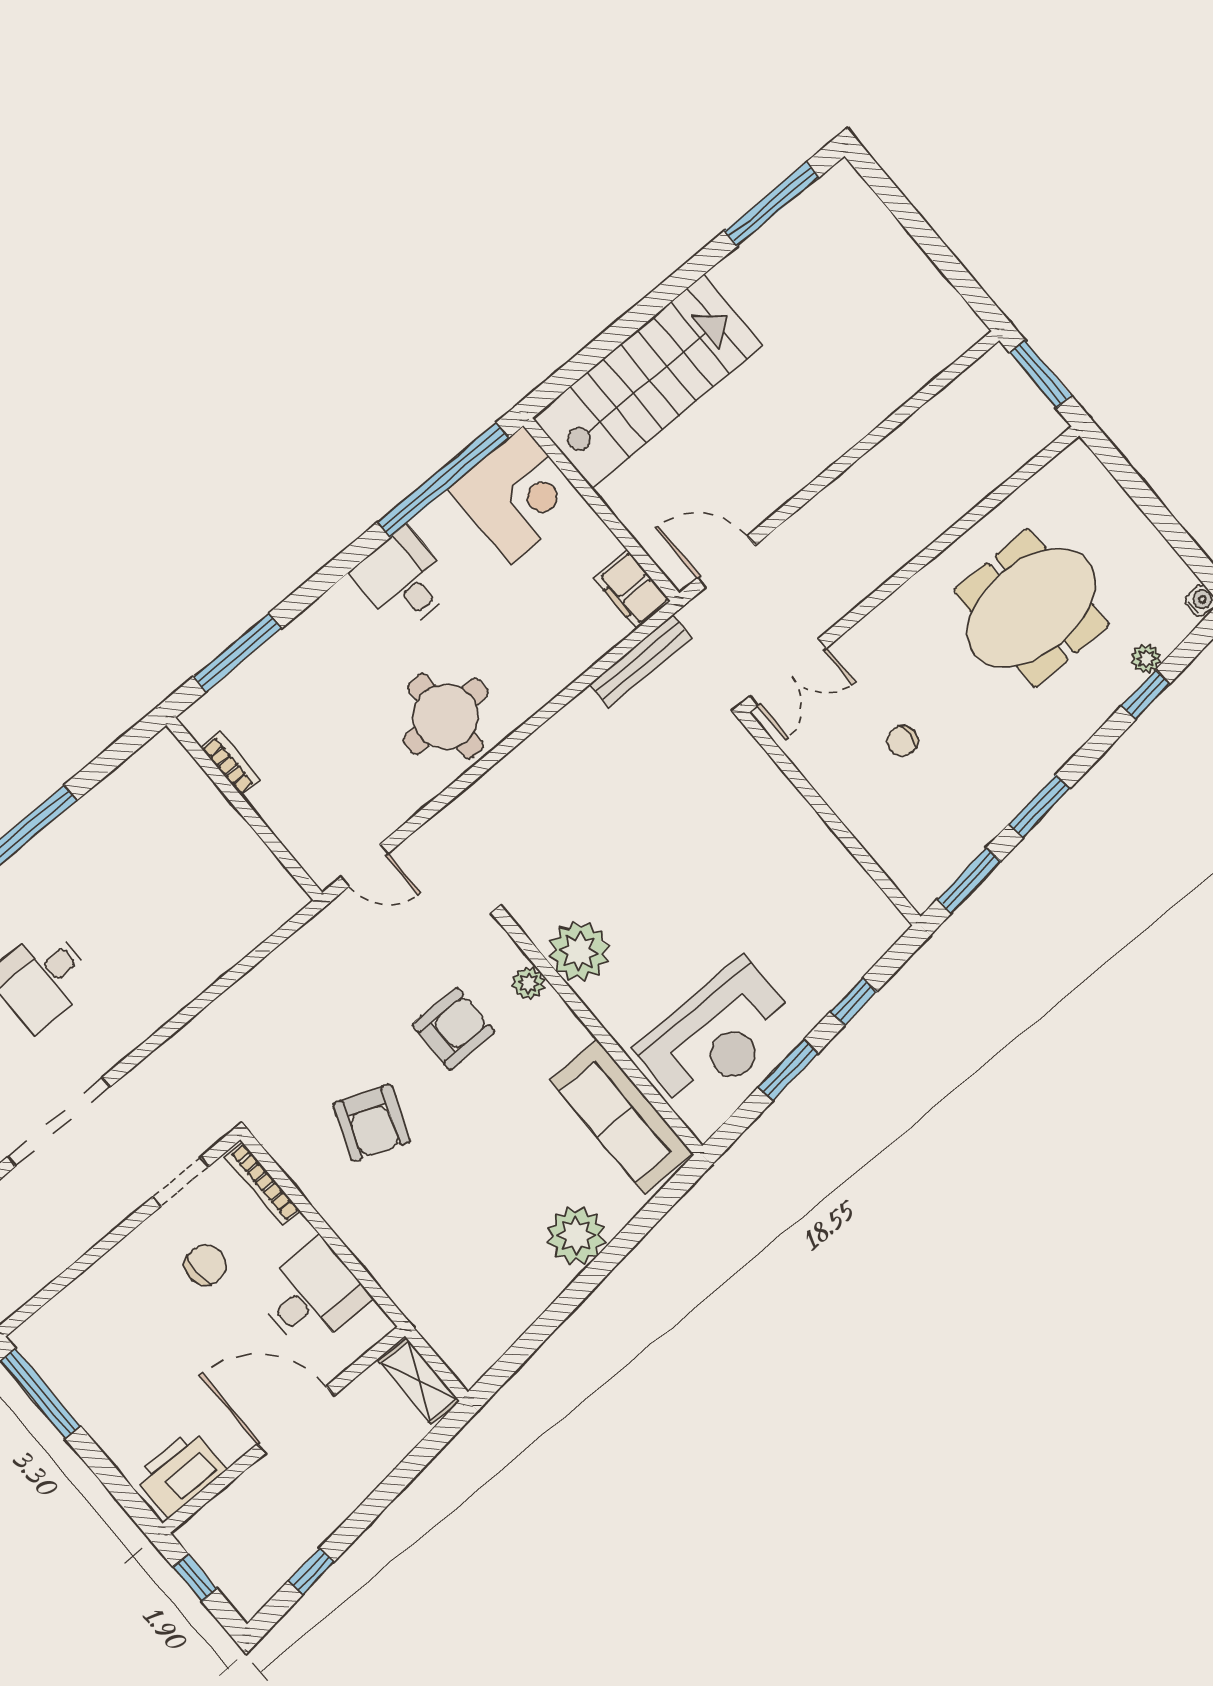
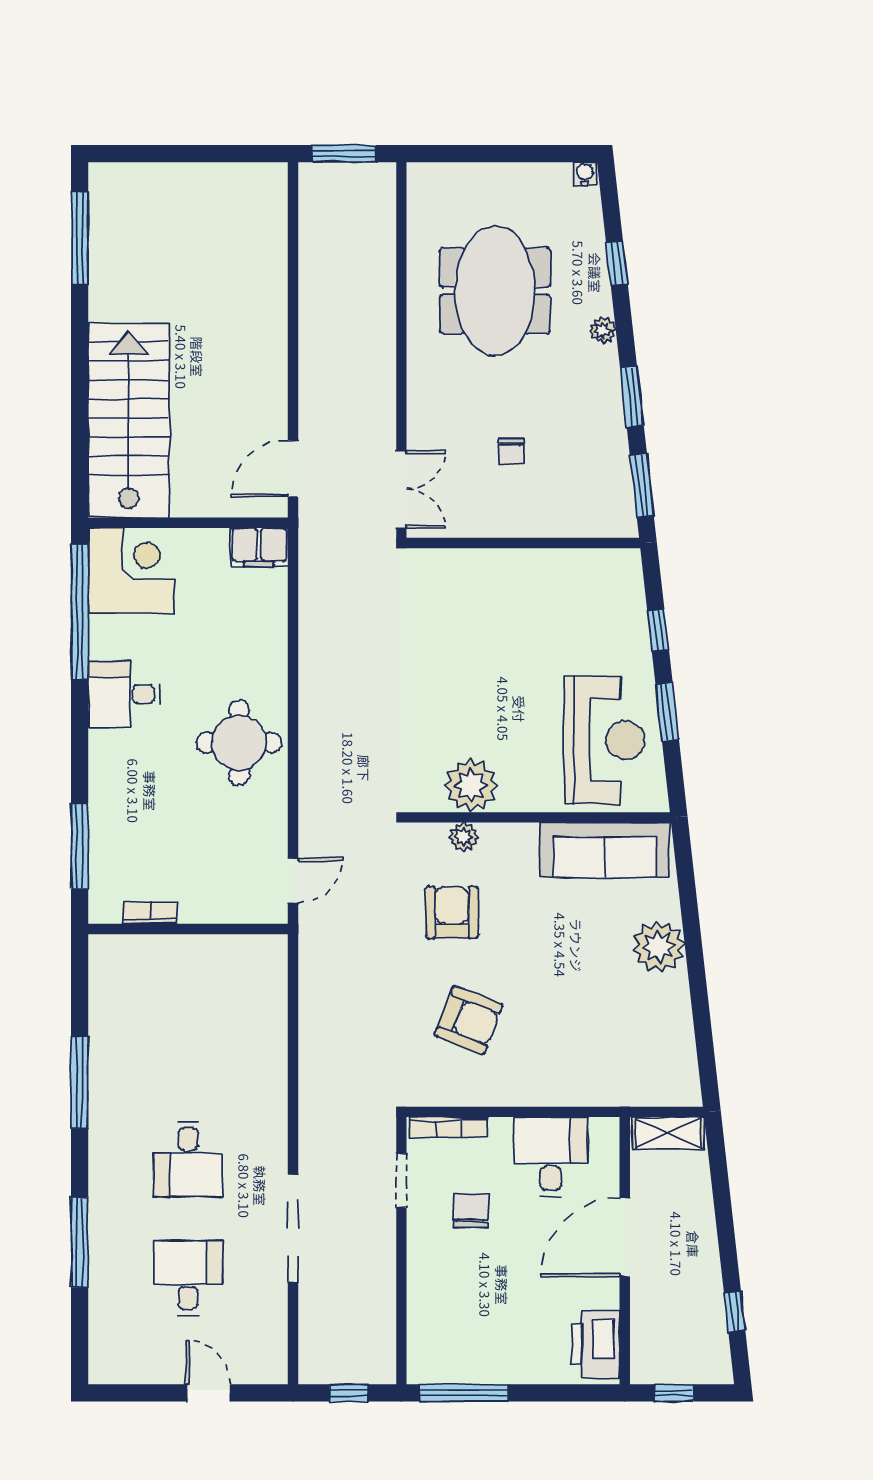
plant: (1146, 659) -> (603, 330), moved
bench: (641, 661) -> (311, 582), removed

